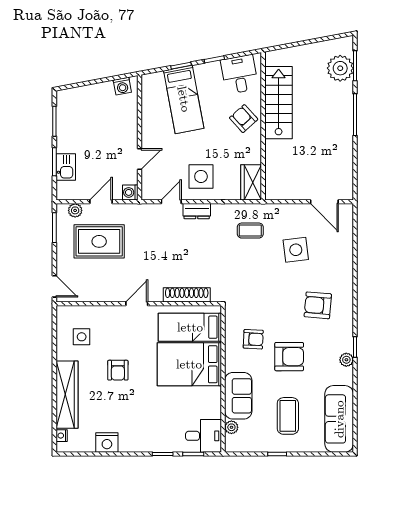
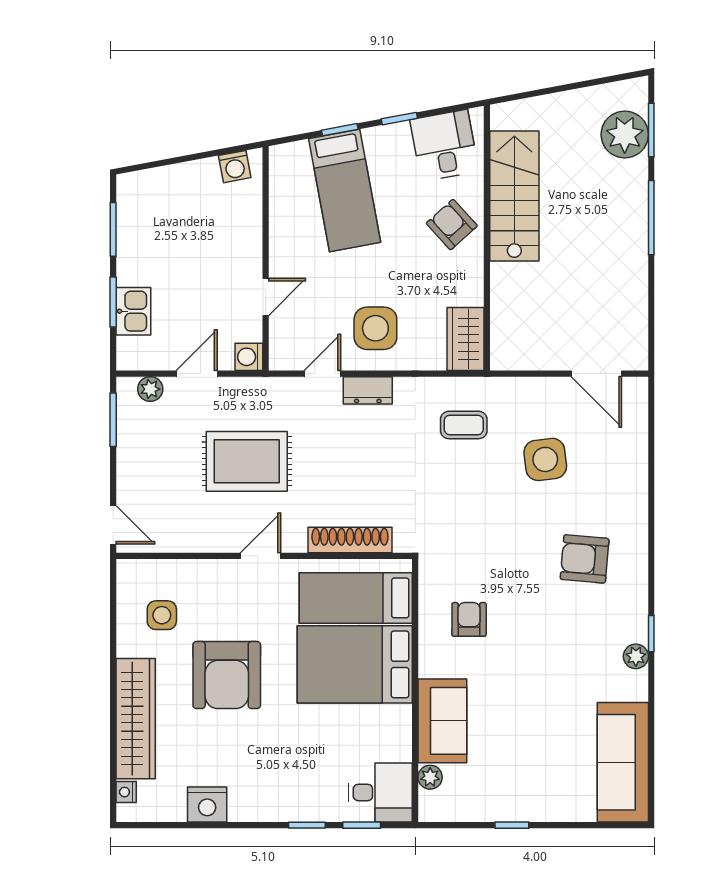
rug: (99, 241) -> (247, 461), moved
armchair: (253, 339) -> (469, 619), turned -93
armchair: (289, 357) -> (533, 651), removed
armchair: (118, 370) -> (227, 675), width x1.88, depth x1.88
coffee table: (288, 416) -> (531, 757), removed

